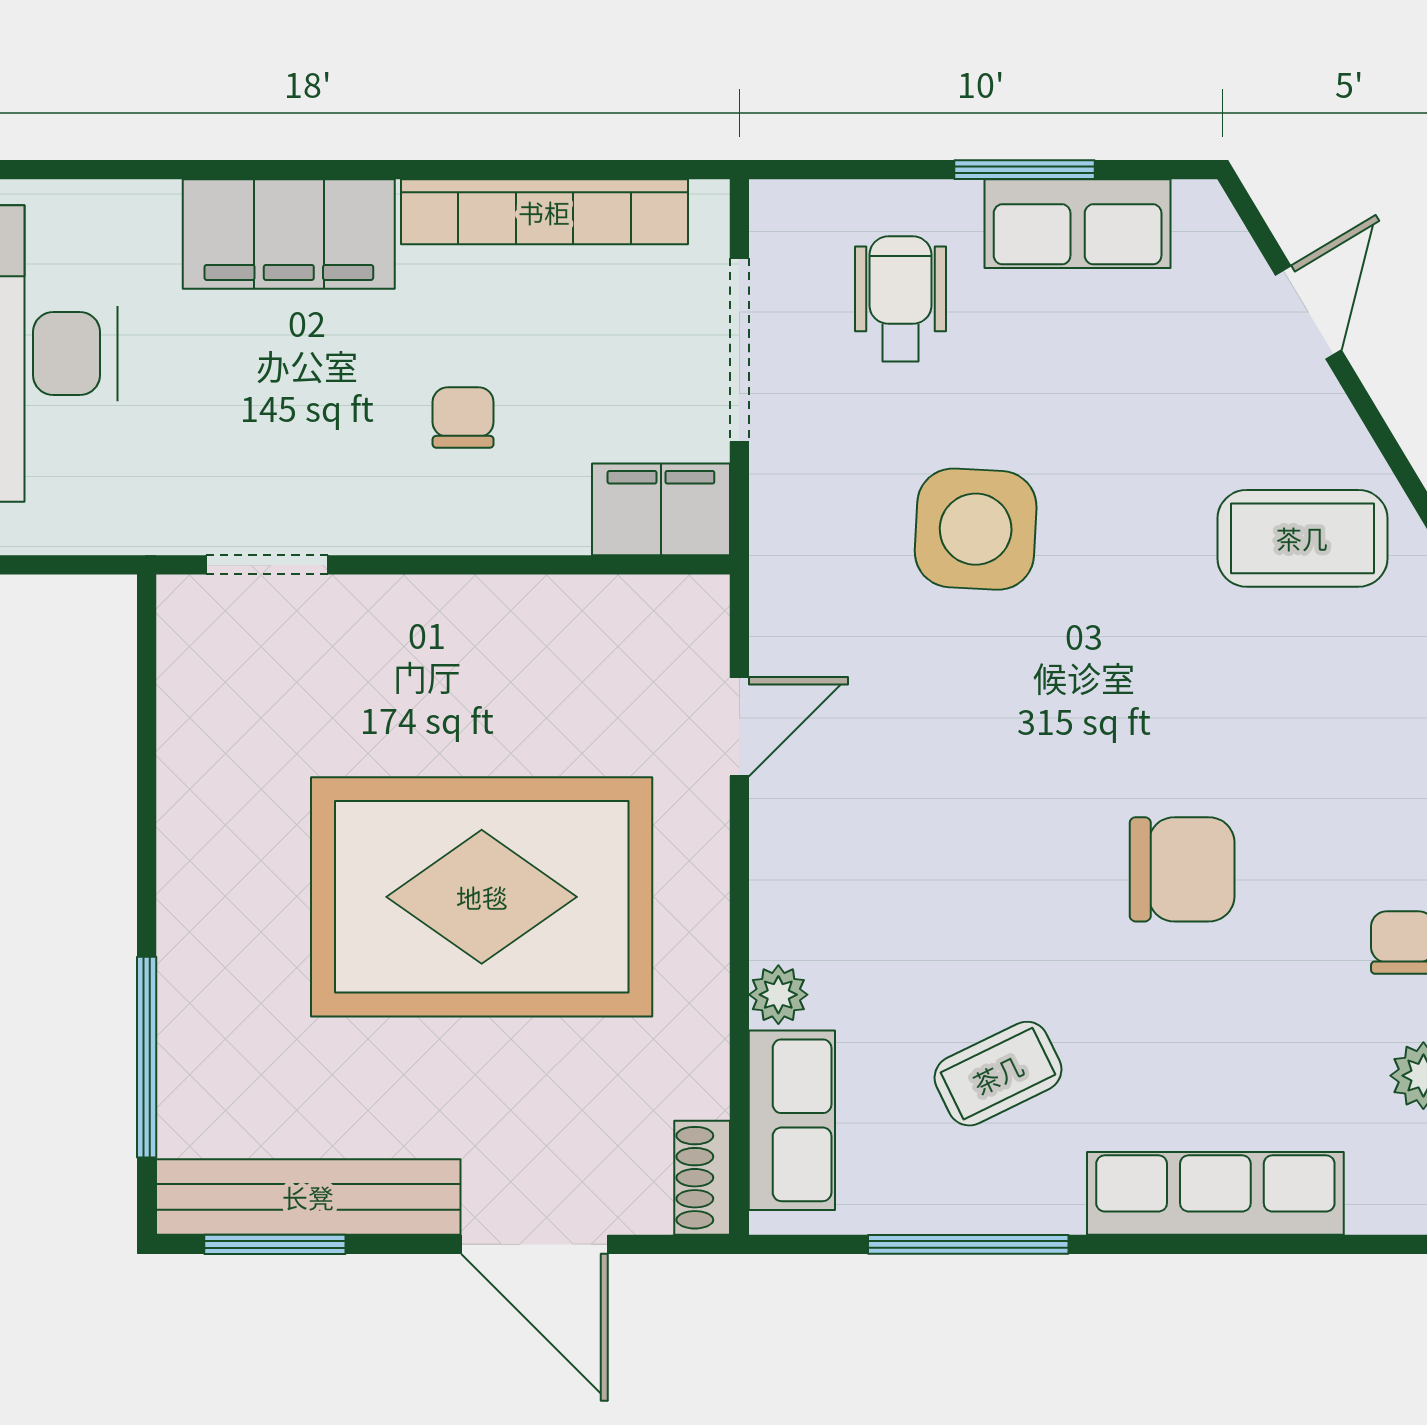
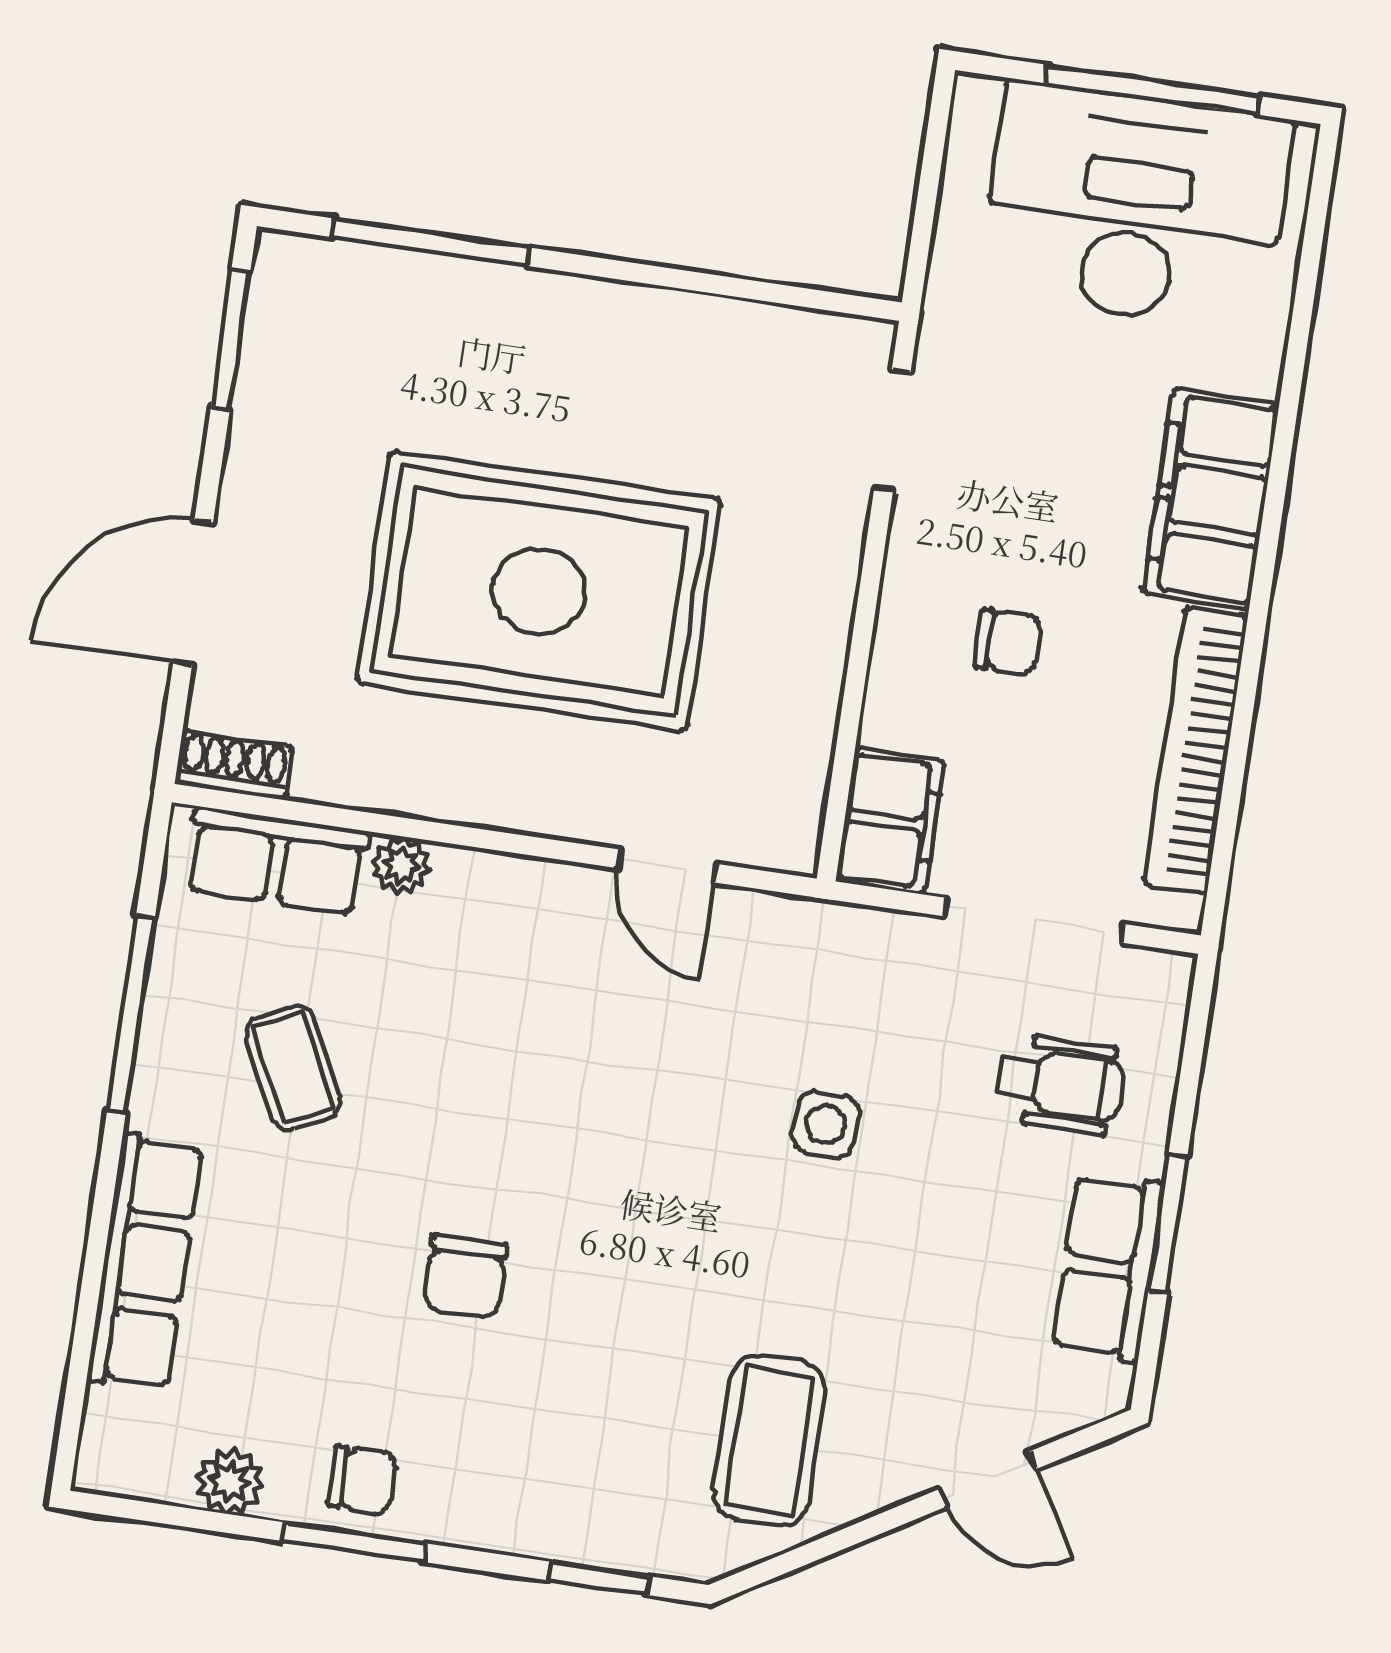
side table: (976, 529) -> (825, 1124), width x0.54, depth x0.54
chair: (1182, 869) -> (465, 1276), width x0.73, depth x0.73
rug: (482, 897) -> (539, 591), turned 90
bench: (308, 1197) -> (272, 379), removed

